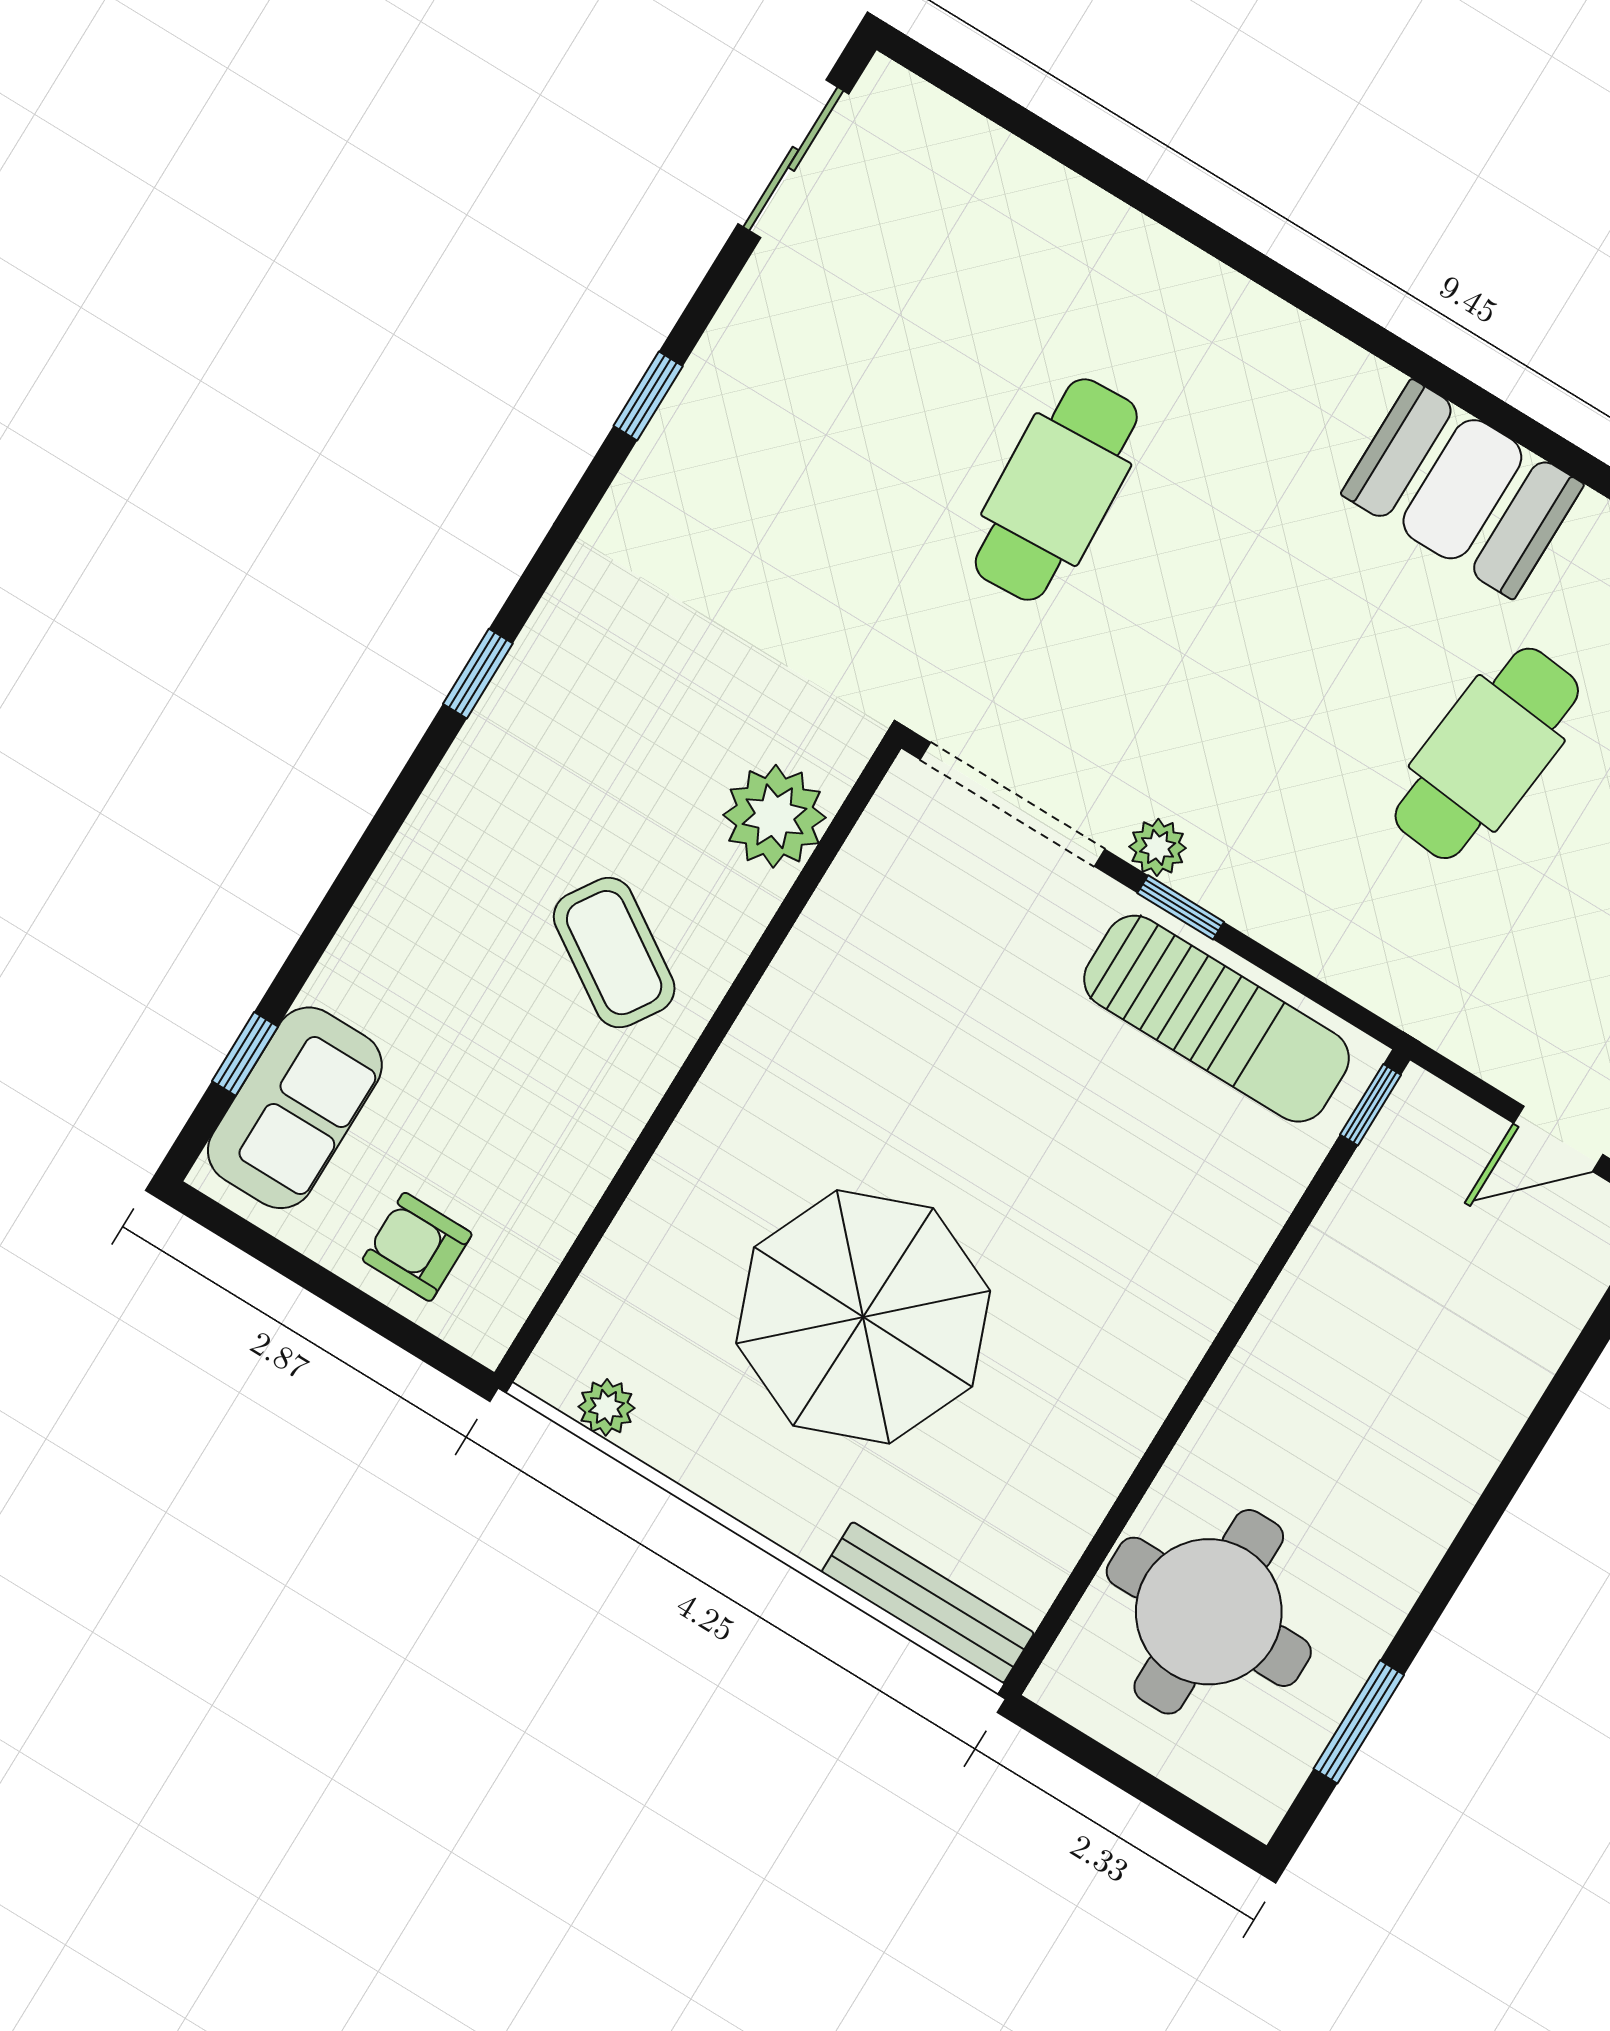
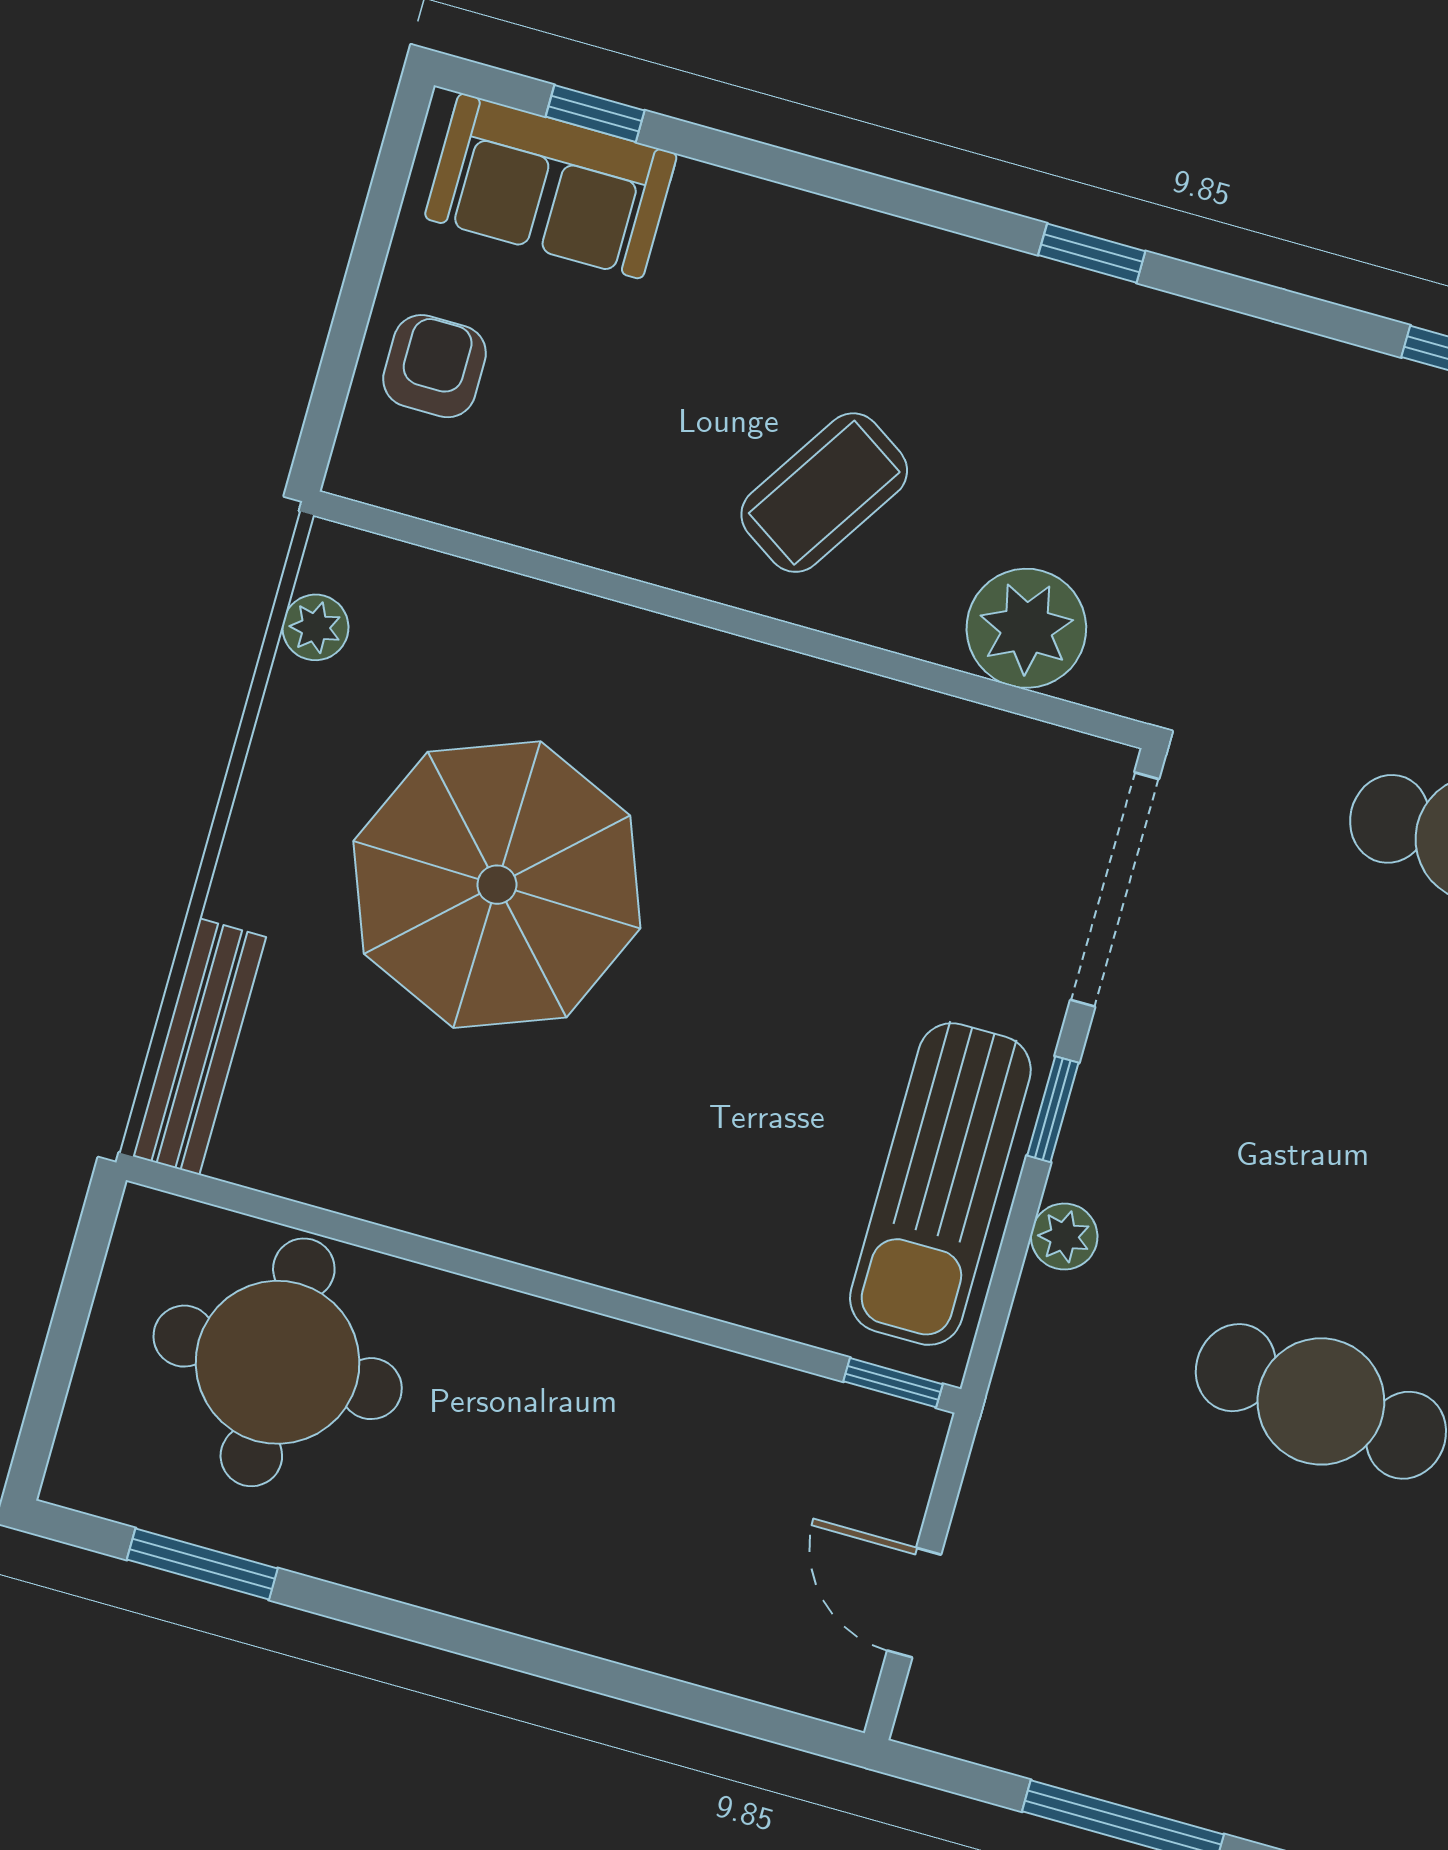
plant: (1158, 847) -> (1064, 1237), moved

